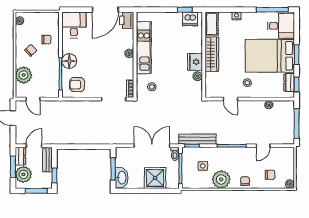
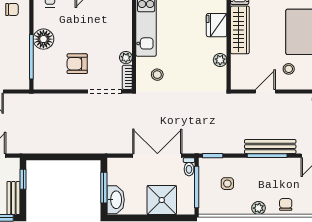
plant: (129, 53) -> (126, 58), moved
fridge: (195, 62) -> (217, 25), moved
armchair: (77, 85) -> (77, 64), moved
door: (230, 99) -> (265, 92), swing flipped
bench: (197, 139) -> (270, 147), moved
bench: (47, 160) -> (13, 198), moved
window: (54, 175) -> (23, 179), moved
plant: (221, 179) -> (259, 208), width x0.53, depth x0.53

